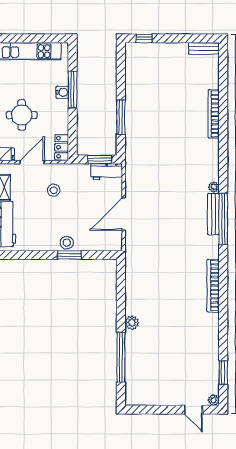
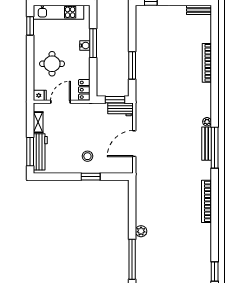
stool: (54, 190) -> (78, 124), removed
stool: (67, 243) -> (87, 156), moved

